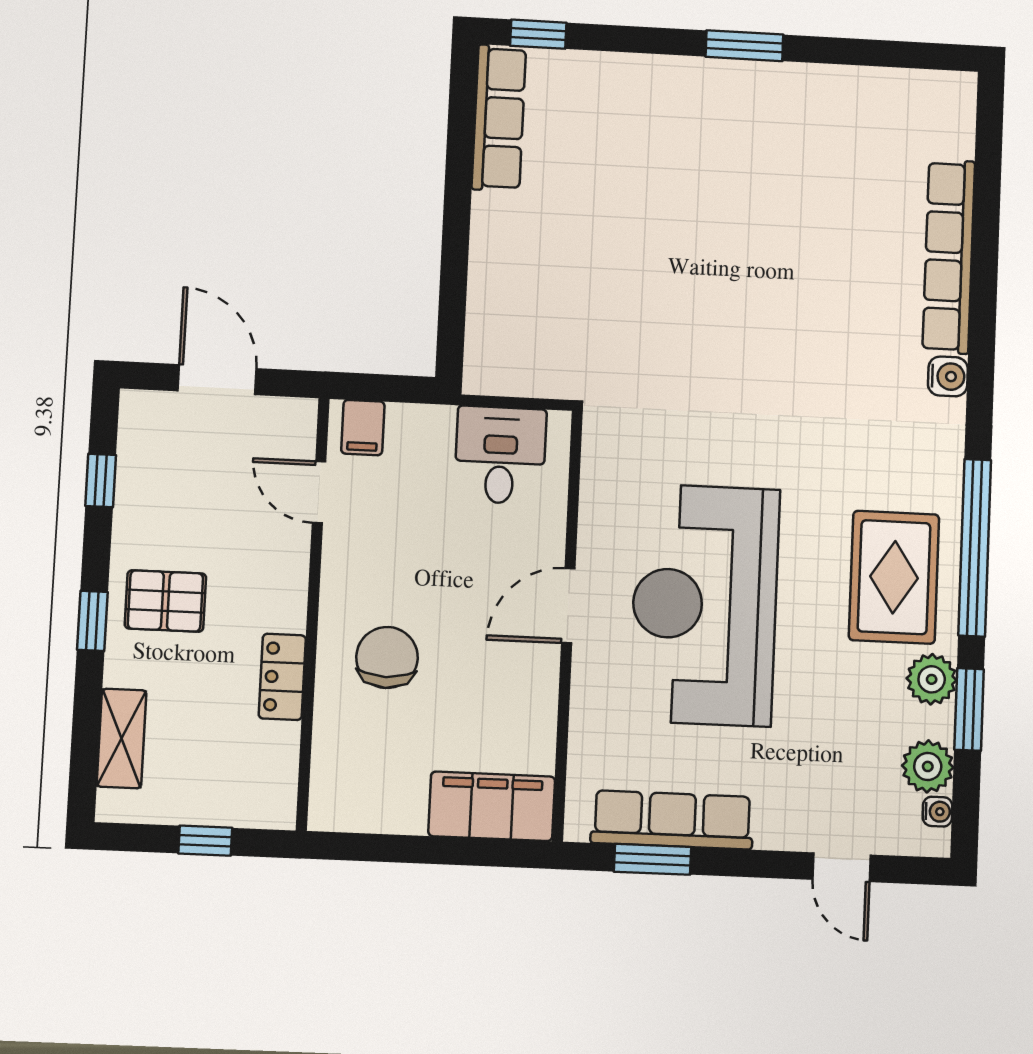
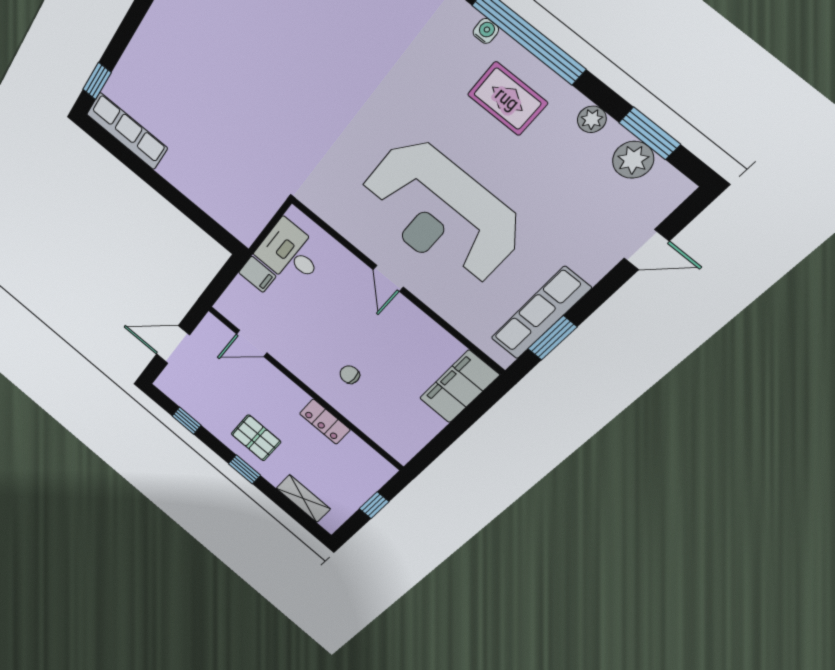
filing cabinet: (363, 428) -> (257, 274), moved
rug: (894, 577) -> (507, 99), width x0.73, depth x0.70
pallet: (165, 601) -> (256, 438), turned 90
door: (568, 606) -> (388, 278), width x0.73
chair: (387, 657) -> (350, 375), width x0.54, depth x0.54
plant: (932, 679) -> (592, 119), width x0.73, depth x0.73
window: (969, 709) -> (650, 133), moved
water cooler: (938, 812) -> (486, 31), moved

